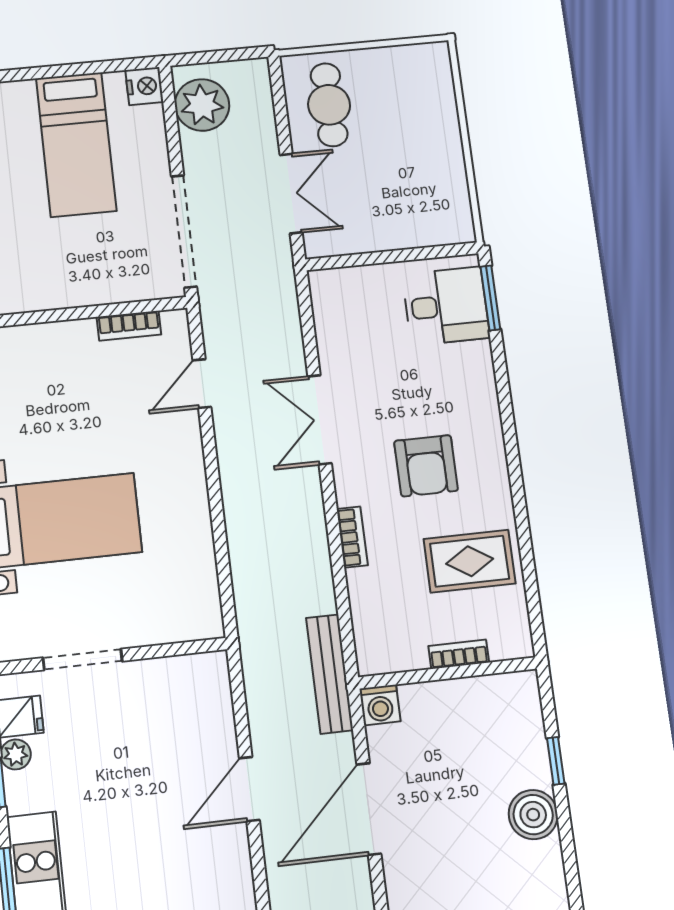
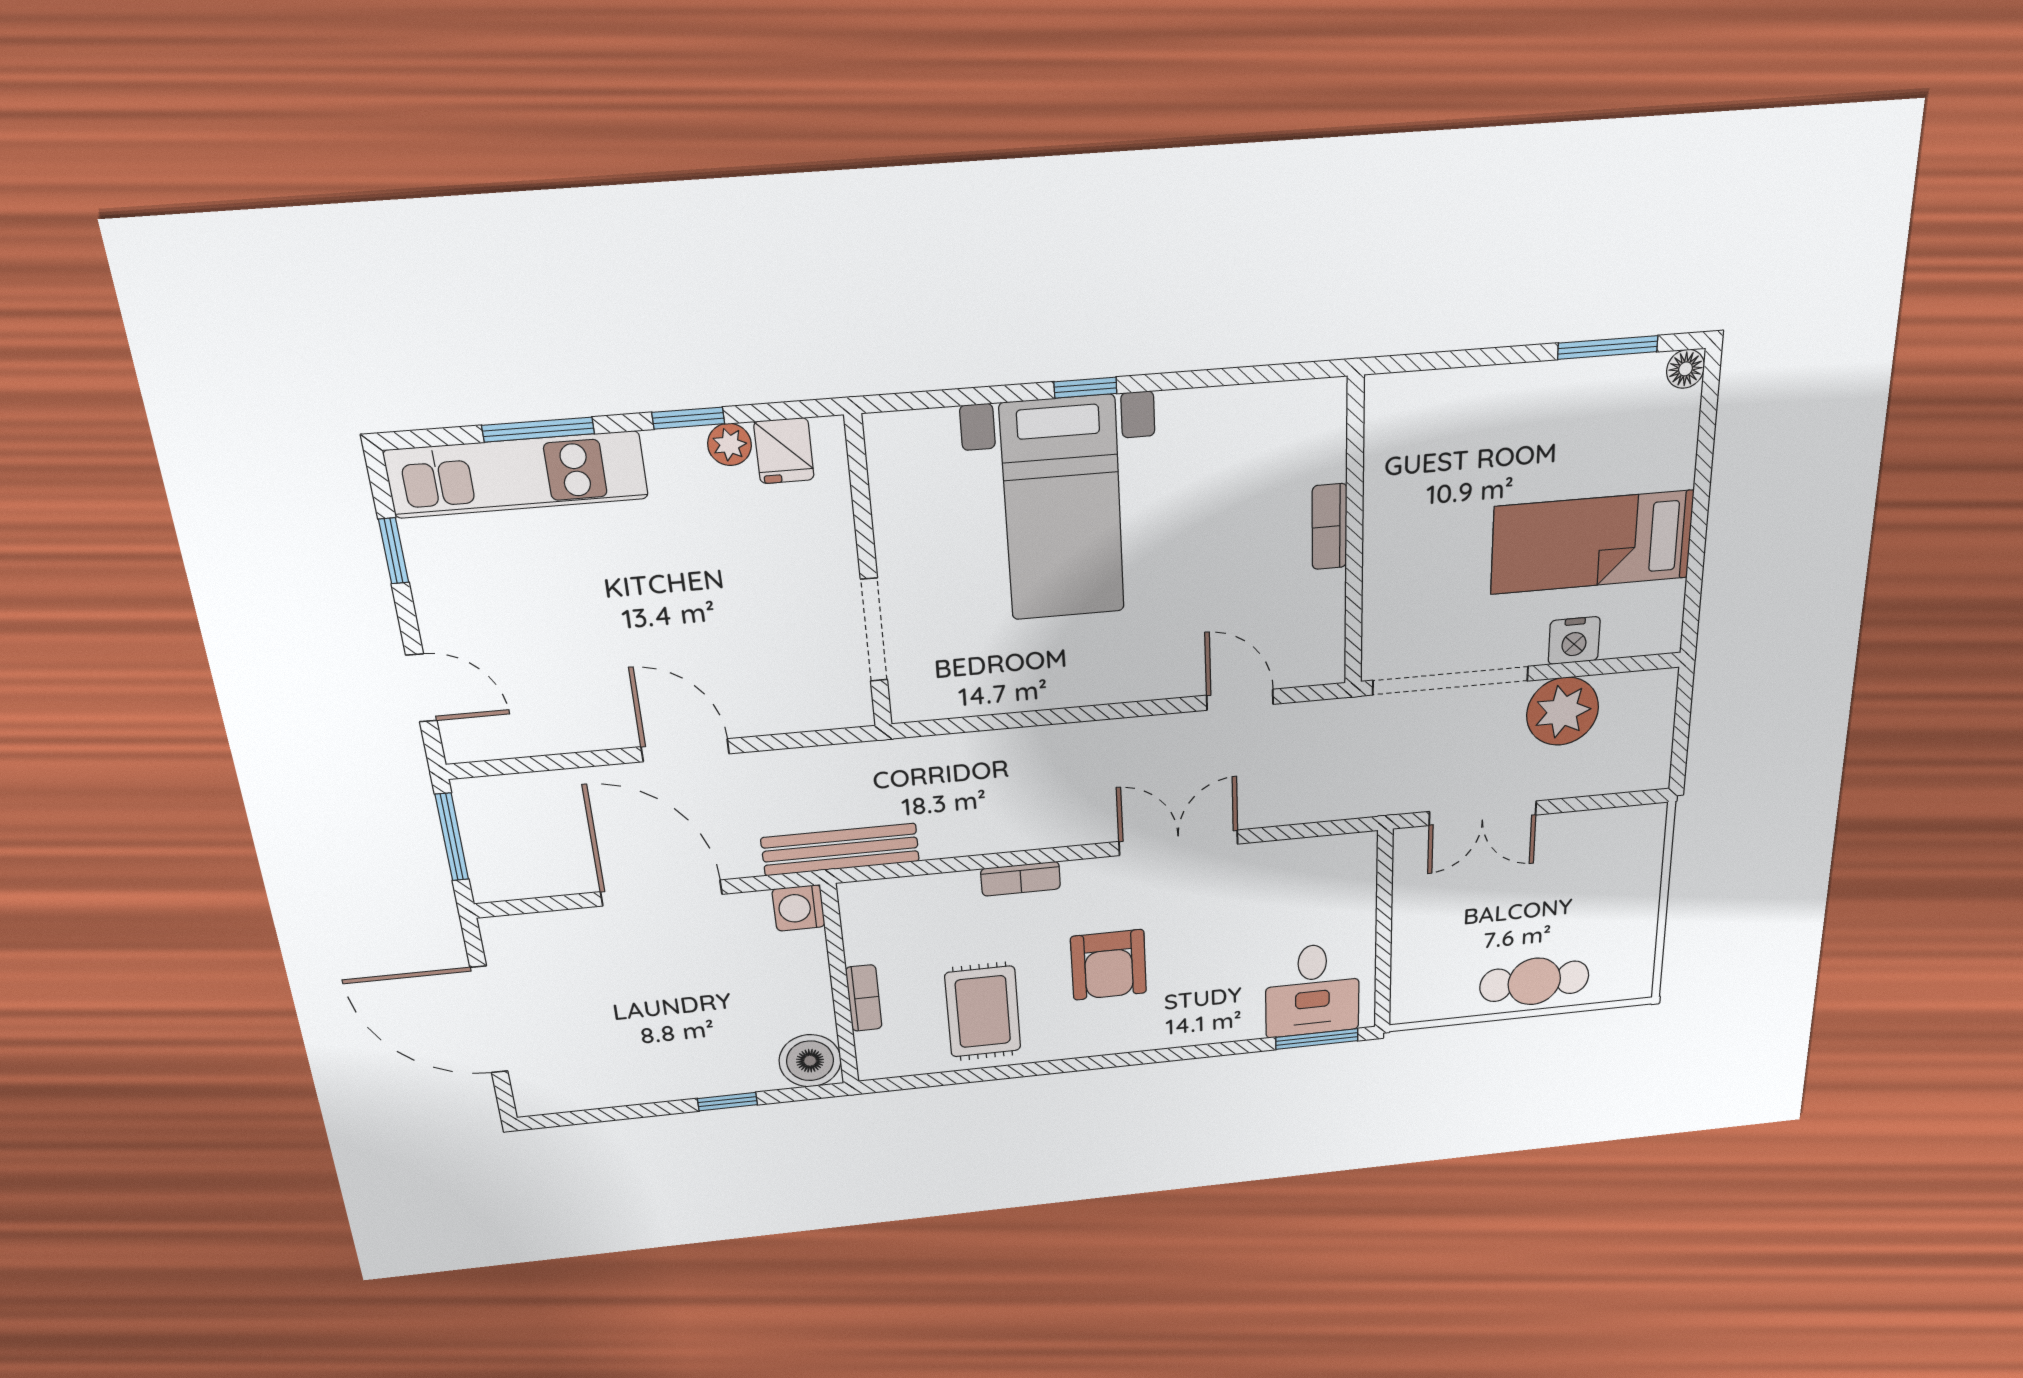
nightstand: (144, 86) -> (1574, 641), moved
plant: (202, 105) -> (1563, 711), moved
cafe table: (329, 105) -> (1534, 981), moved
bookcase: (129, 326) -> (1329, 527), moved
armchair: (426, 466) -> (1109, 965), turned -90
doorway: (83, 659) -> (874, 630), moved
boiler: (533, 815) -> (810, 1061), moved

